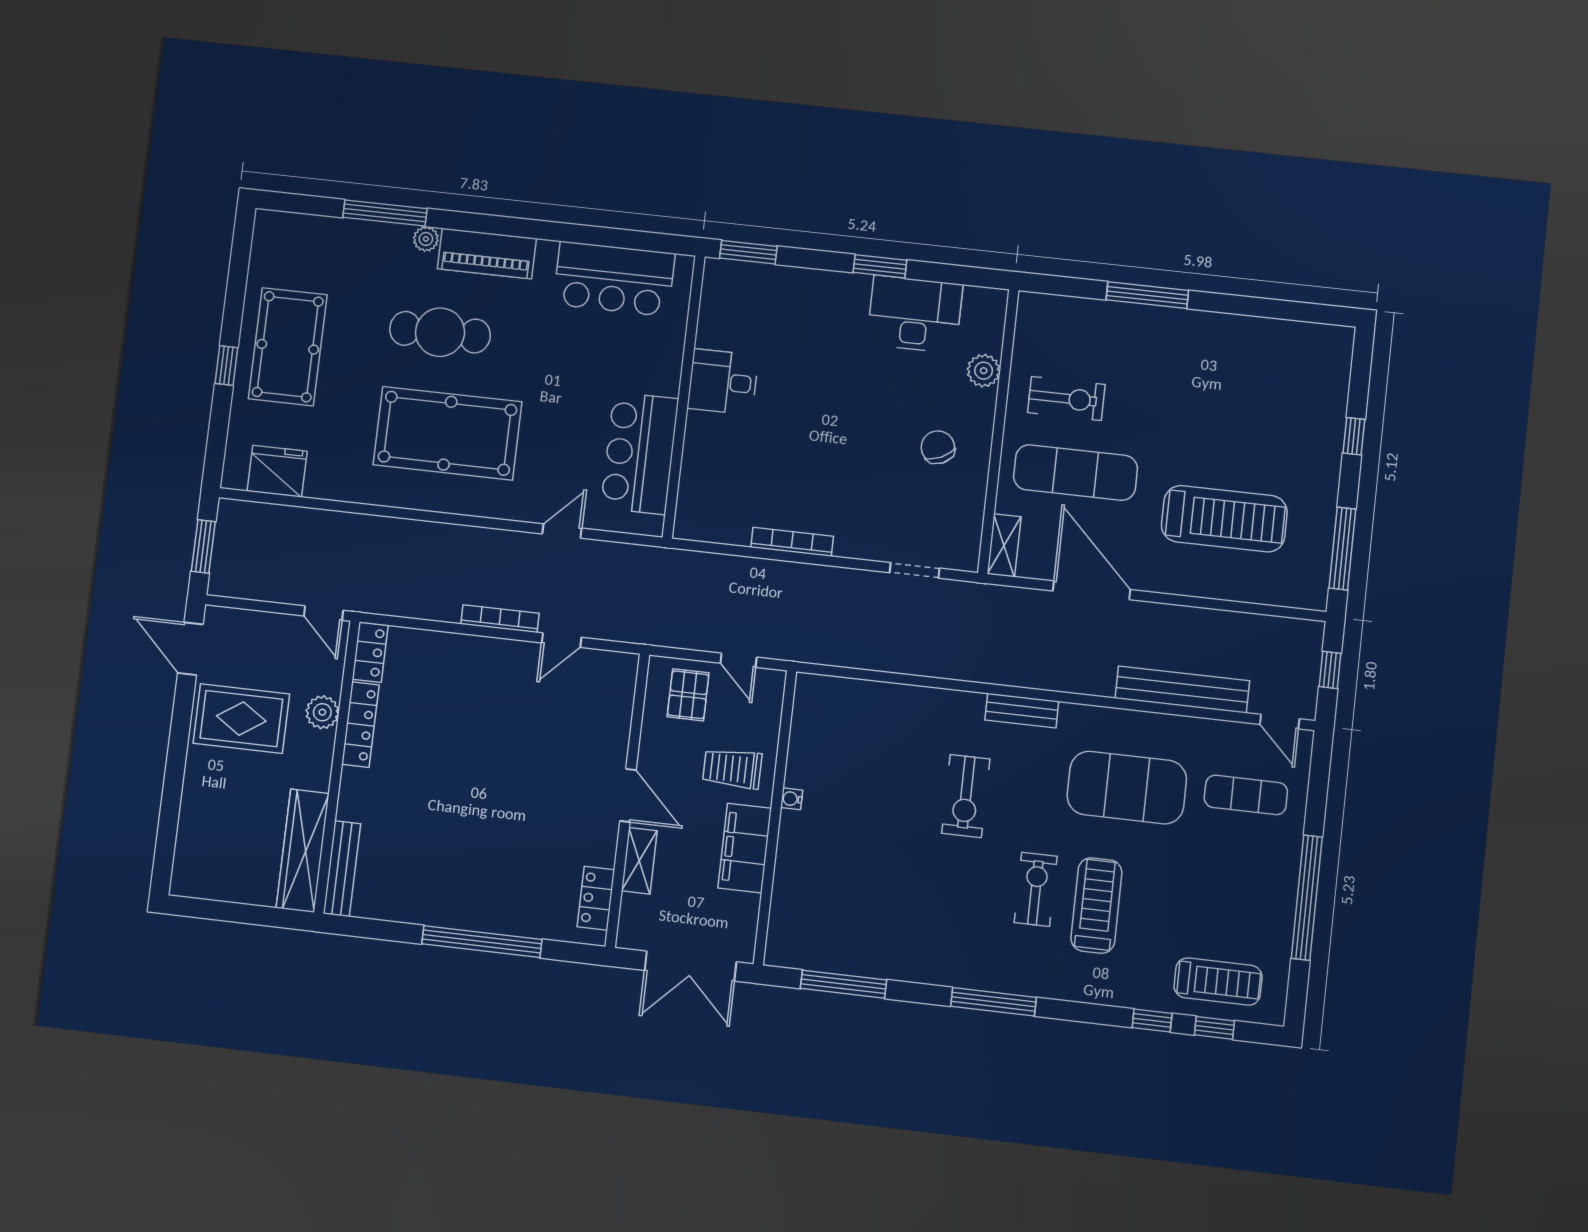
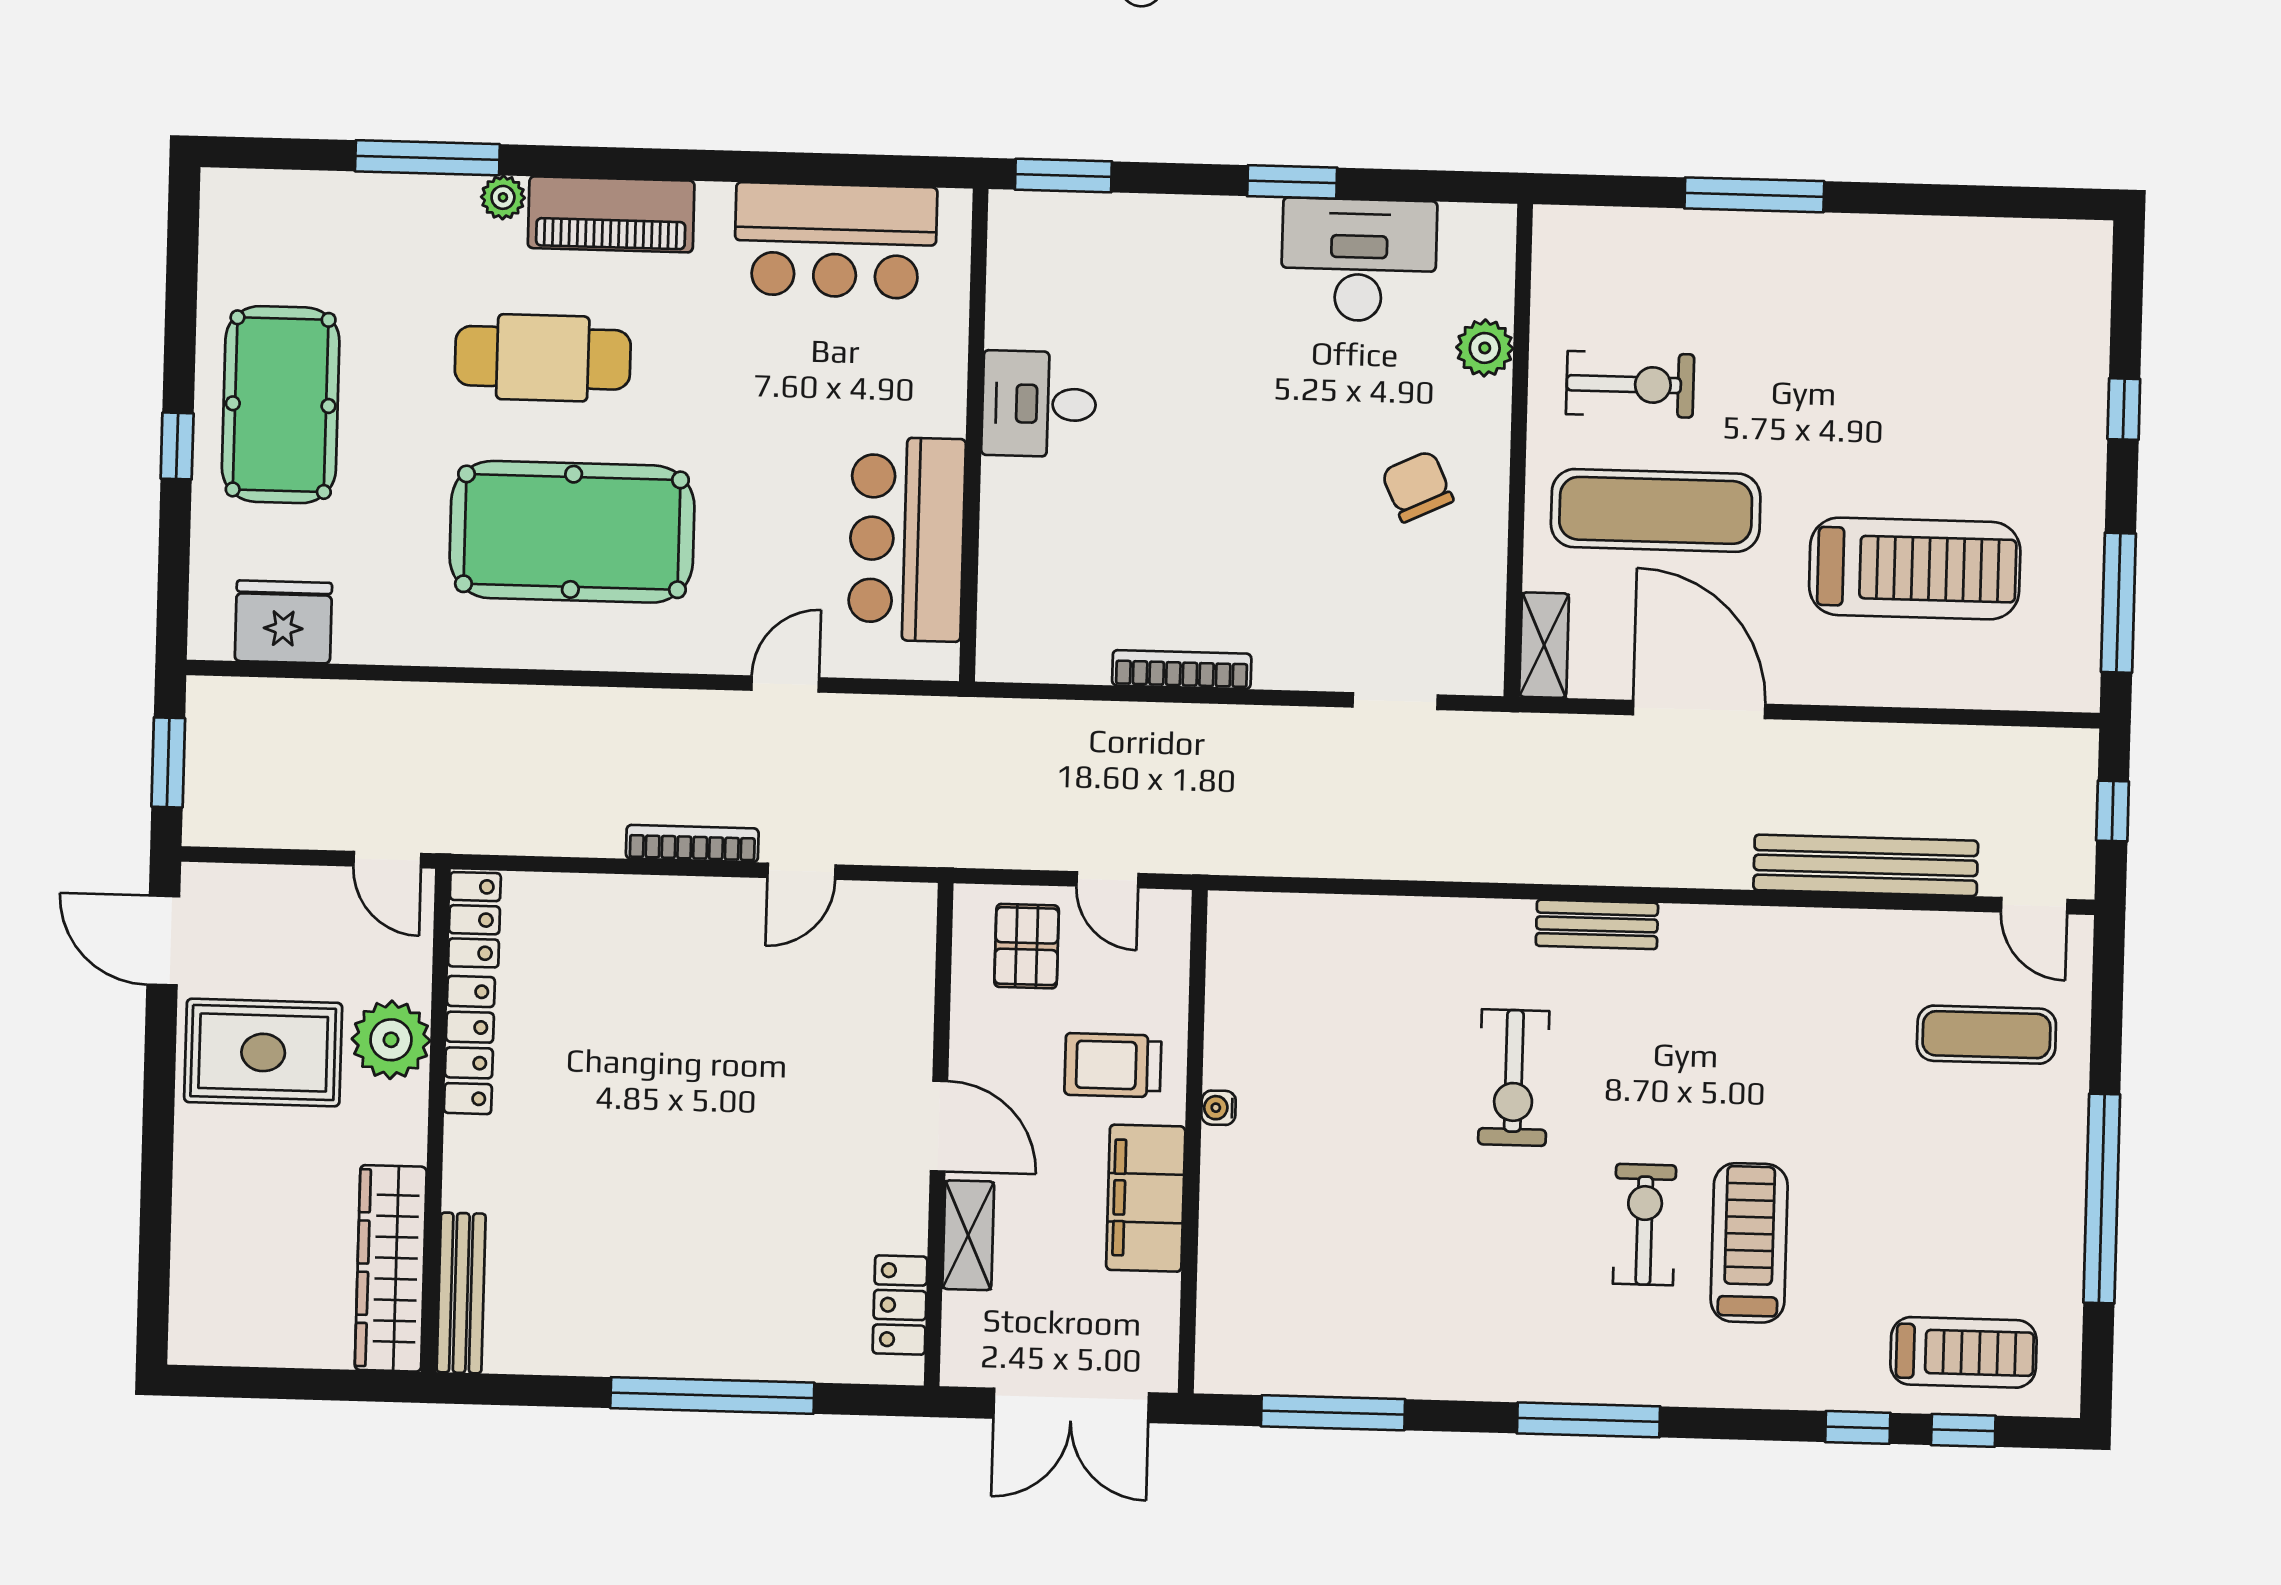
plant: (322, 712) -> (391, 1040), width x1.36, depth x1.36
exercise mat: (1127, 788) -> (1785, 1040), removed

